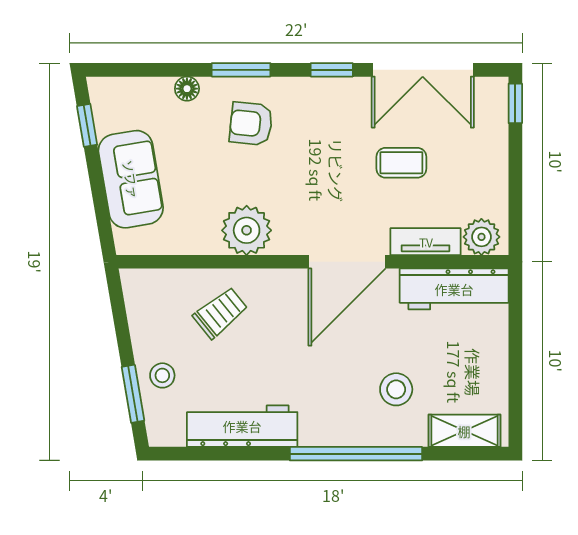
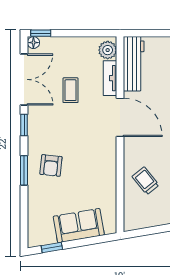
floor lamp: (187, 89) -> (33, 43), moved
plant: (247, 230) -> (104, 168), removed

